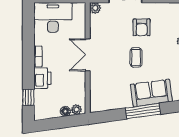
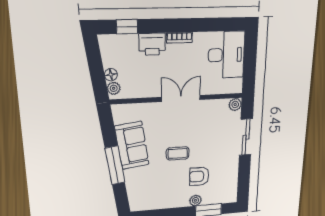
armchair: (142, 27) -> (199, 176), moved
sofa: (151, 93) -> (132, 145), moved

